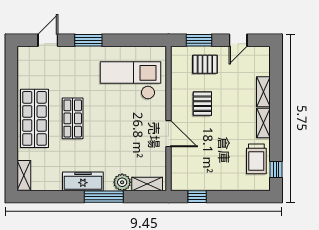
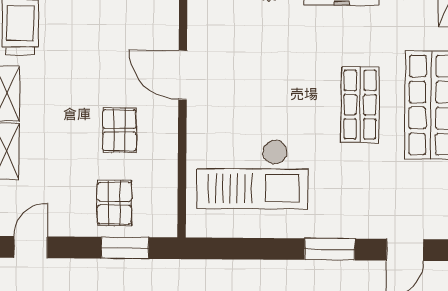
door: (238, 40) -> (31, 247), moved
pallet: (205, 64) -> (114, 203), turned 90

